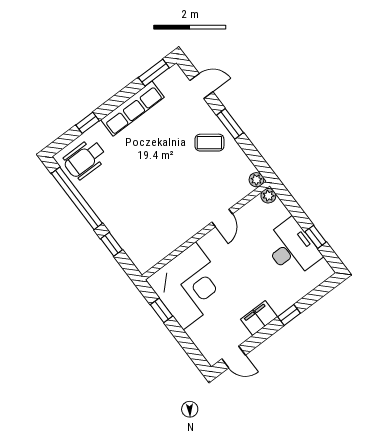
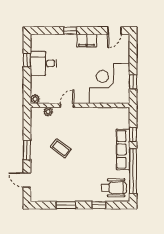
window: (154, 73) -> (66, 205), moved
row of seats: (132, 109) -> (123, 149), moved, turned -90
coffee table: (209, 143) -> (61, 148), moved
plant: (256, 180) -> (48, 112), moved
desk: (292, 248) -> (43, 63), width x0.73
door: (234, 357) -> (114, 31), swing flipped

